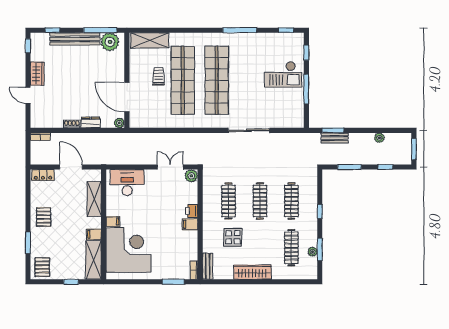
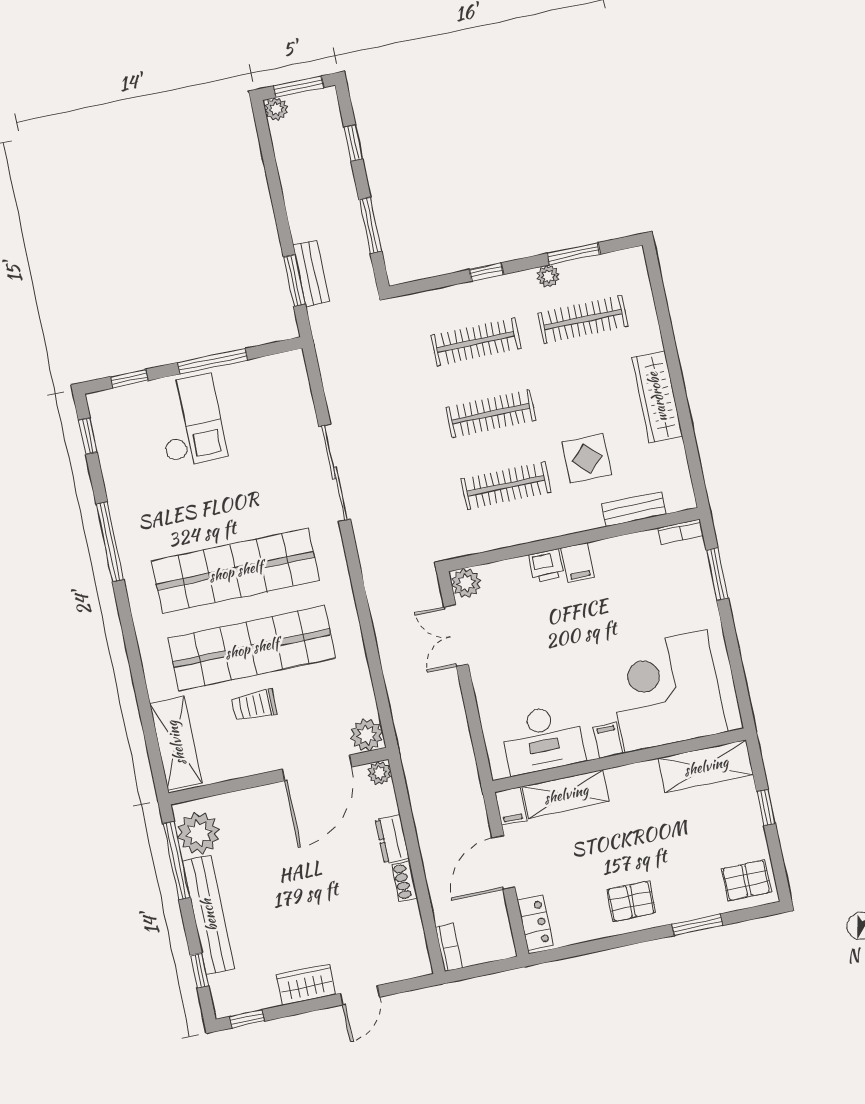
plant: (136, 121) -> (367, 735), added
plant: (379, 138) -> (276, 109), moved
desk: (127, 183) -> (543, 739), moved, turned -90
filing cabinet: (94, 234) -> (511, 806), moved
plant: (313, 252) -> (548, 276), moved
bench: (208, 266) -> (633, 509), moved

